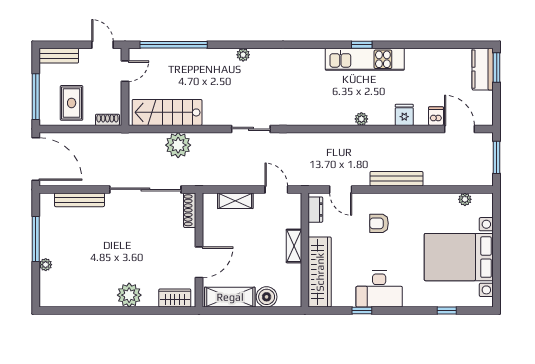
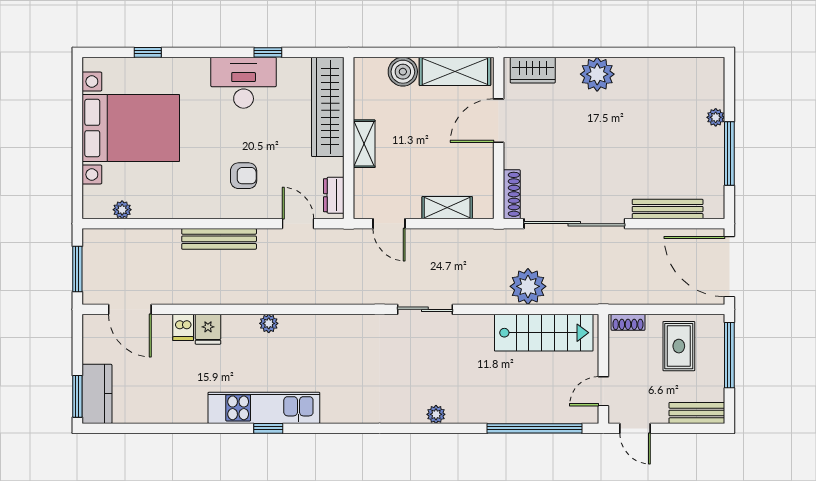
dishwasher: (436, 116) -> (183, 327), moved

